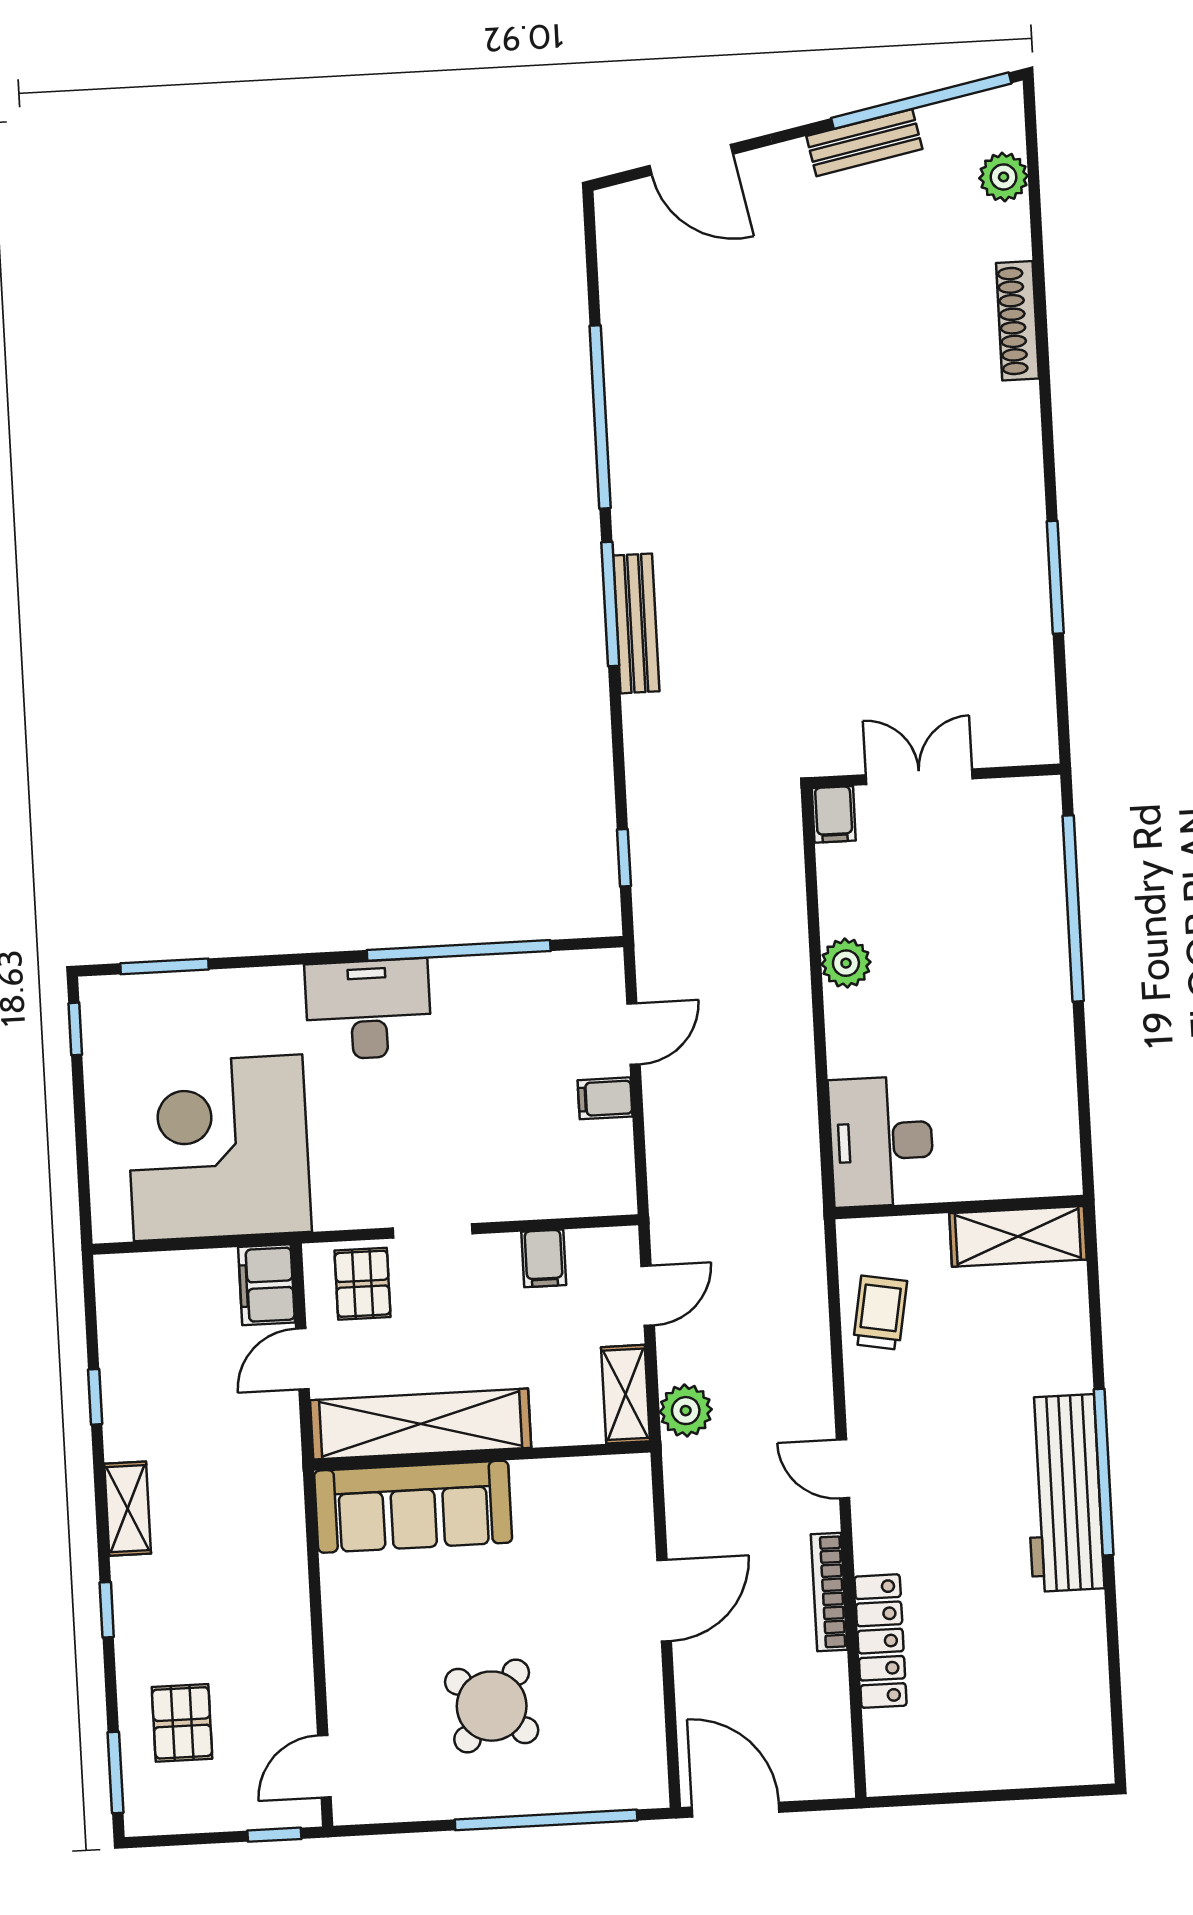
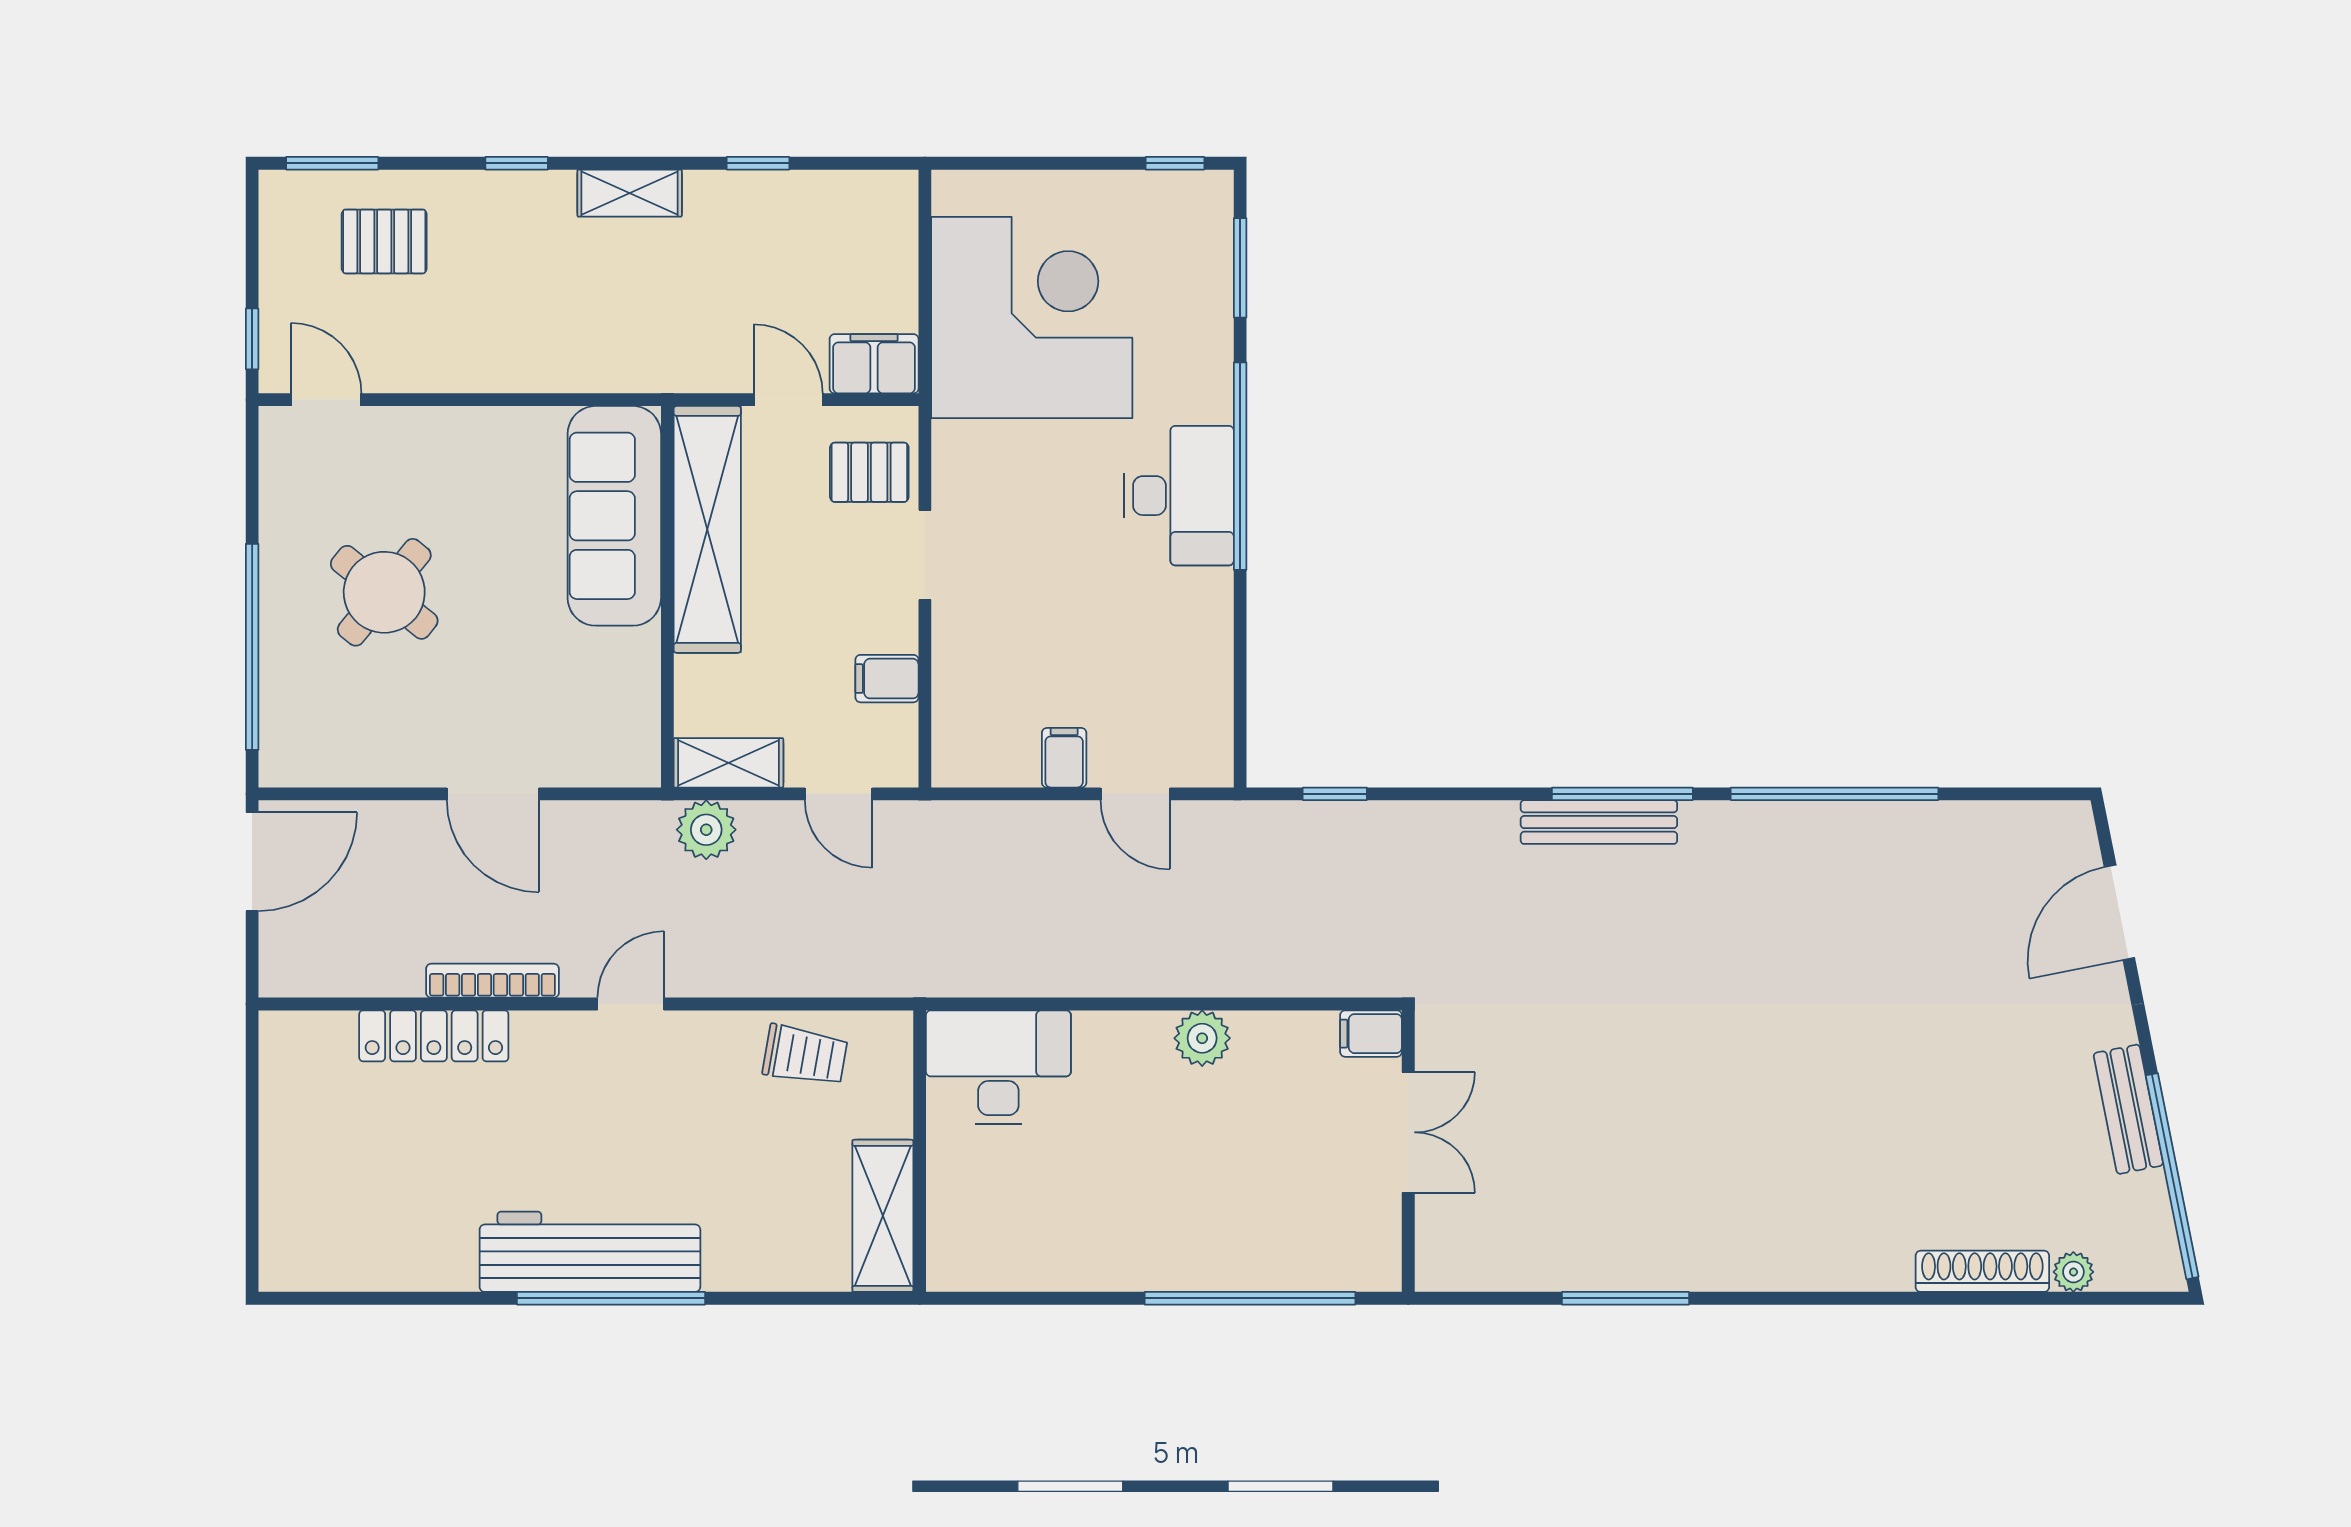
plant: (1004, 177) -> (2073, 1272), width x0.73, depth x0.73
shoe rack: (1017, 321) -> (1982, 1271), moved
window: (459, 950) -> (1240, 466), moved

